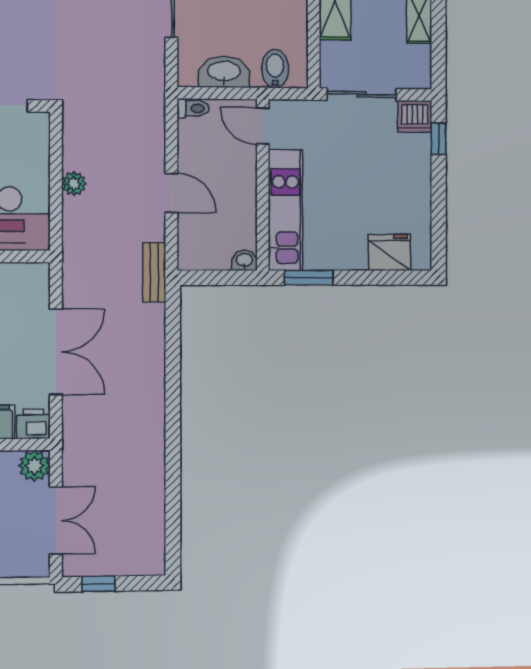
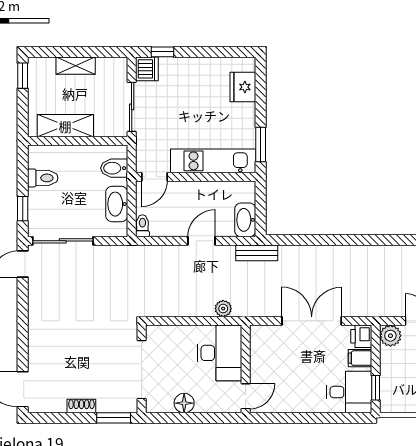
plant: (74, 184) -> (223, 309), moved
washbasin: (244, 260) -> (245, 220), moved, width x1.91, depth x1.45

